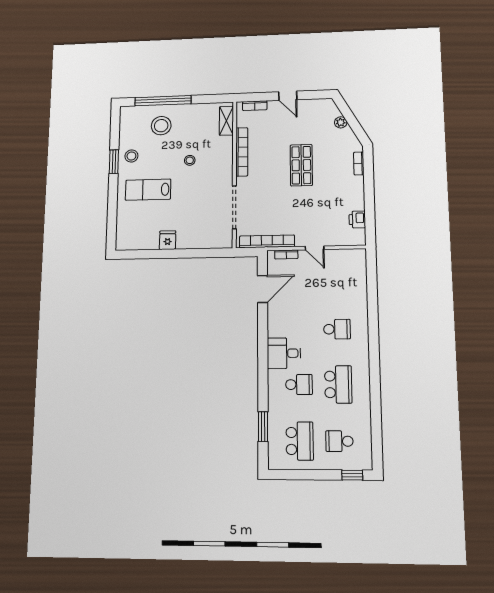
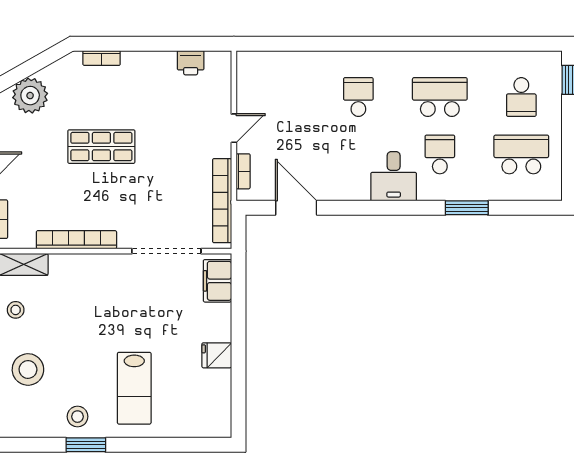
plant: (341, 122) -> (30, 96), width x1.87, depth x1.87
stool: (190, 160) -> (16, 310), moved
filing cabinet: (215, 240) -> (217, 281), added
window: (263, 427) -> (467, 208), moved

